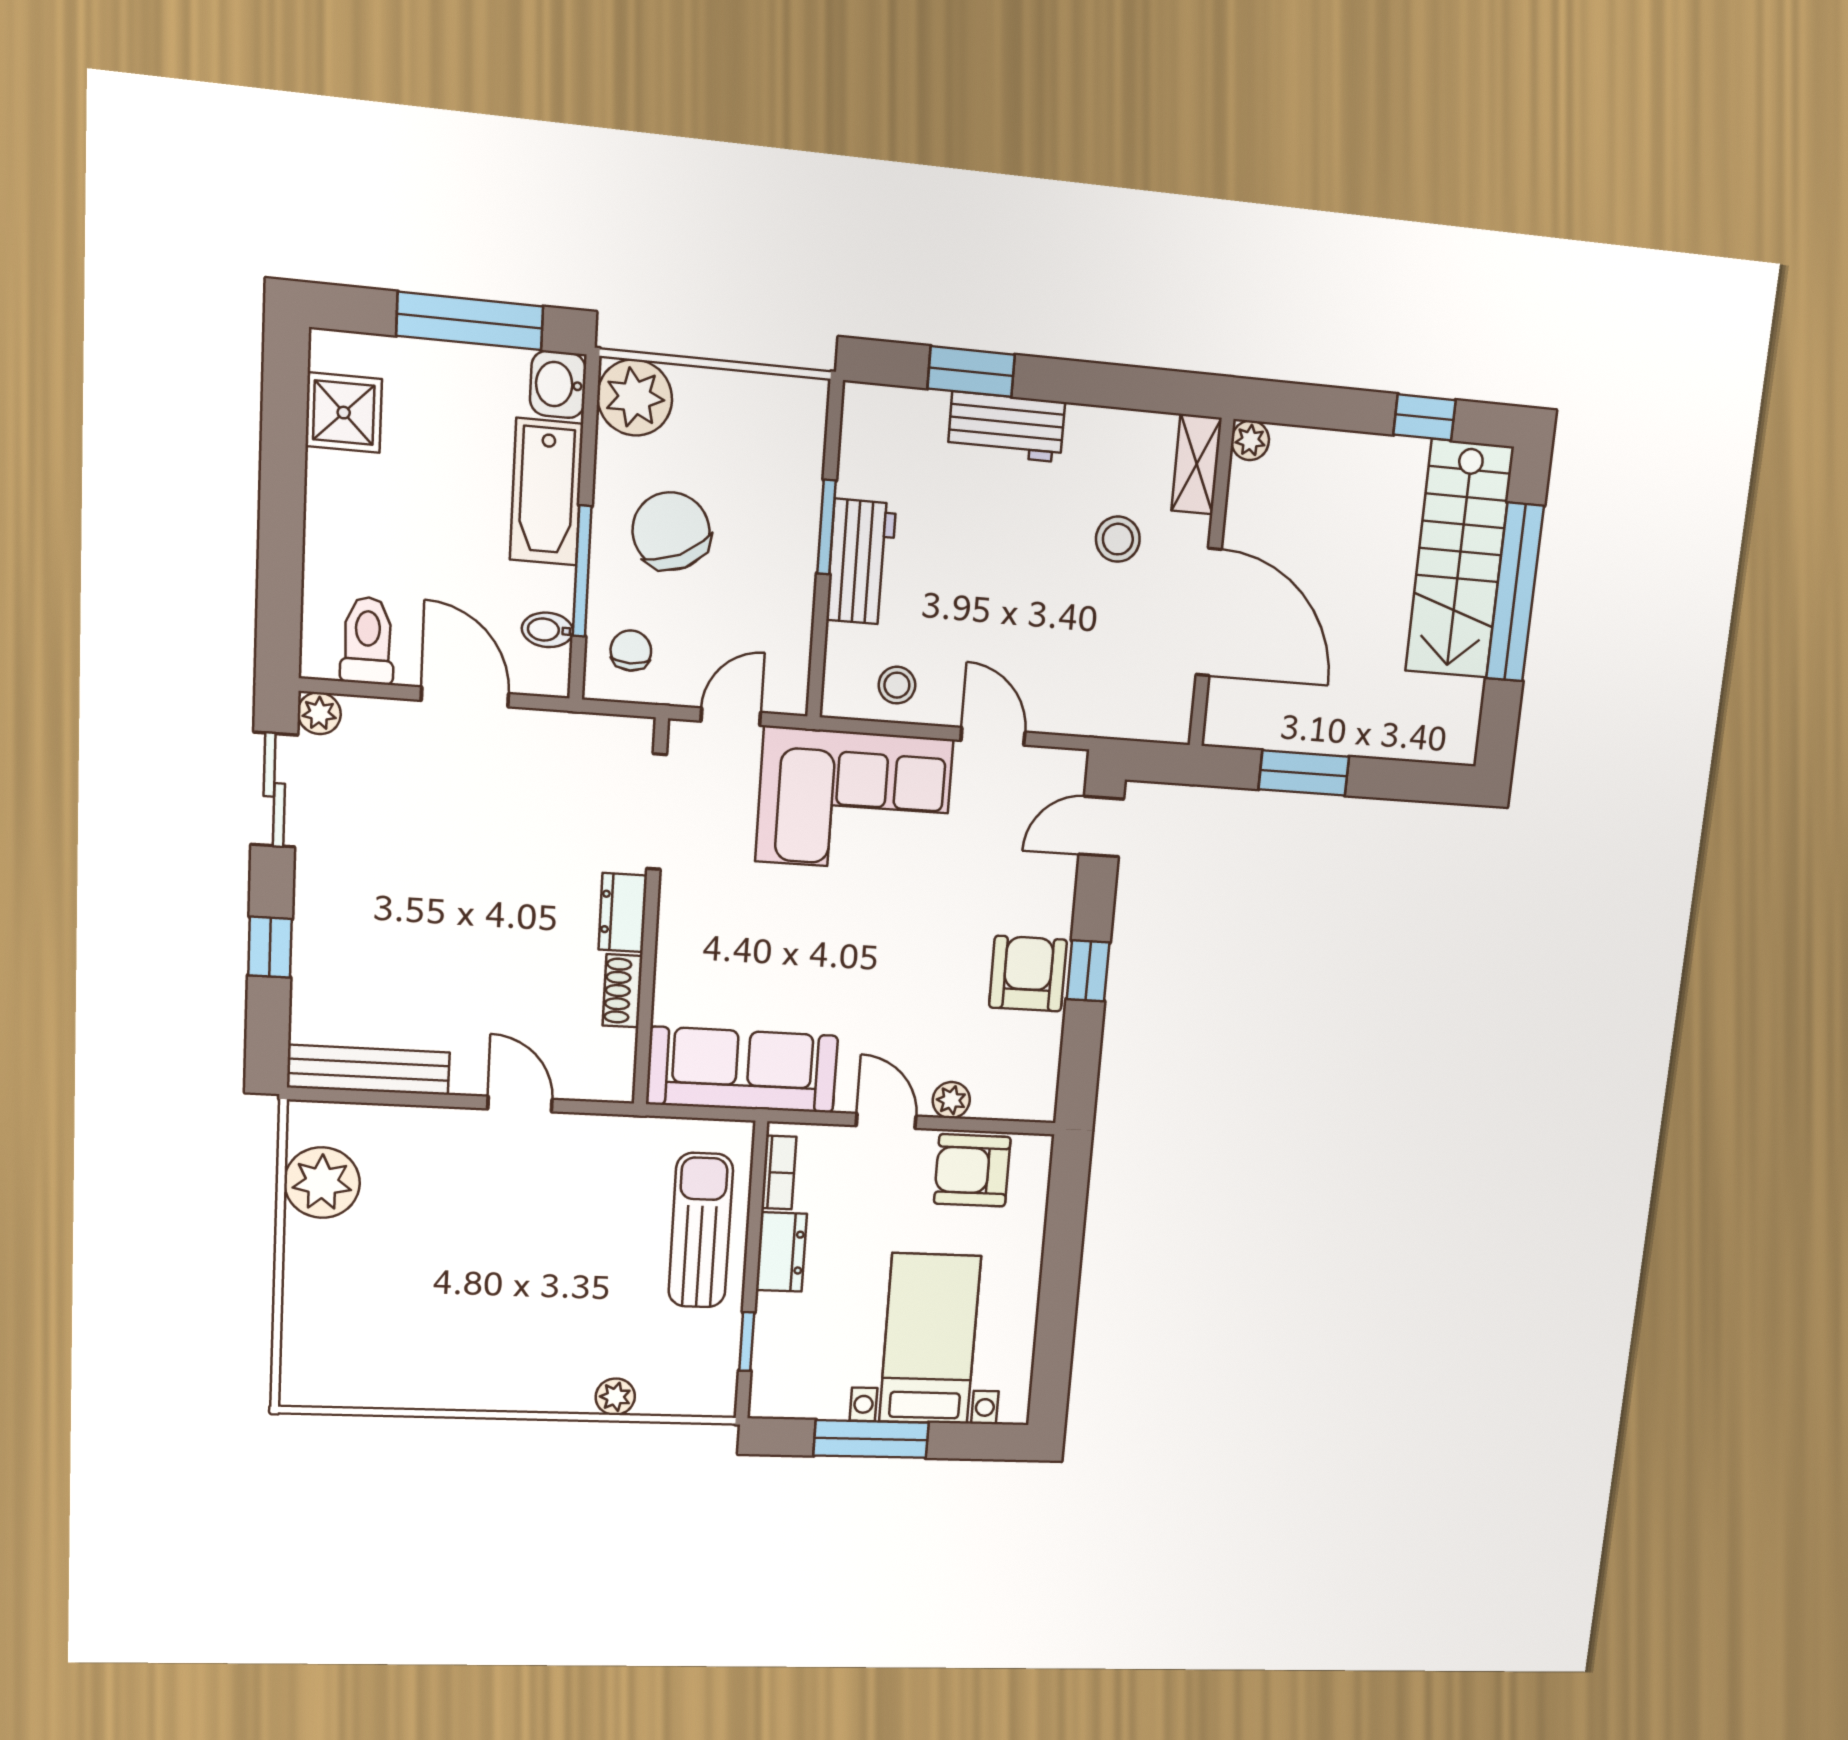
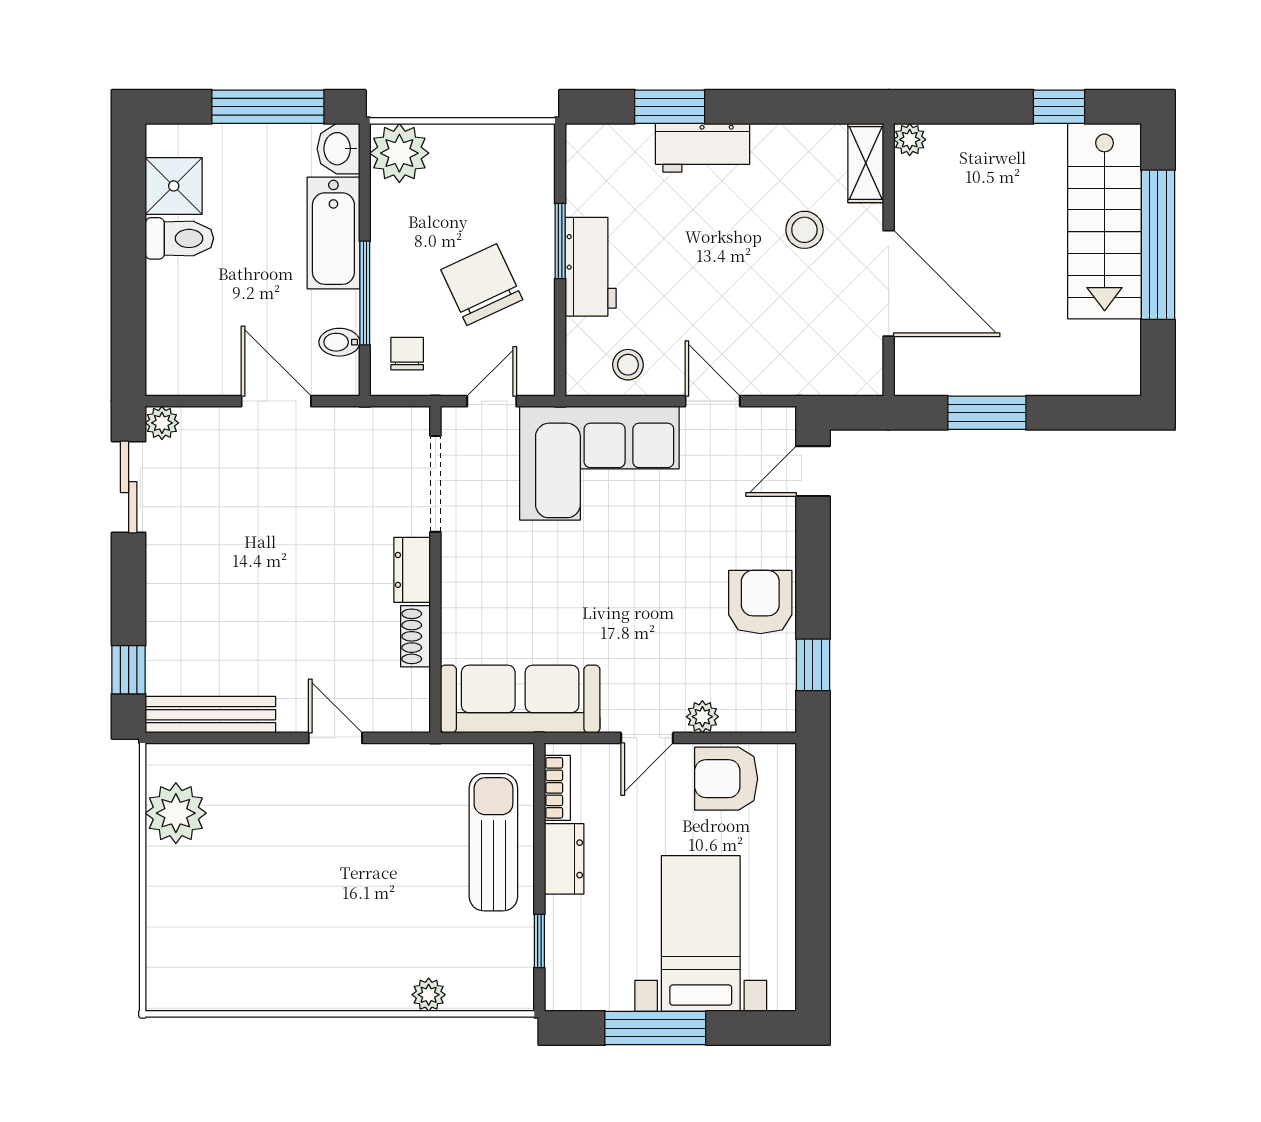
chair: (671, 531) -> (482, 285), moved
toilet: (368, 641) -> (179, 238), moved, turned 90
window: (270, 947) -> (129, 670), moved
window: (1088, 971) -> (813, 665), moved
door: (886, 1121) -> (647, 738), swing flipped

